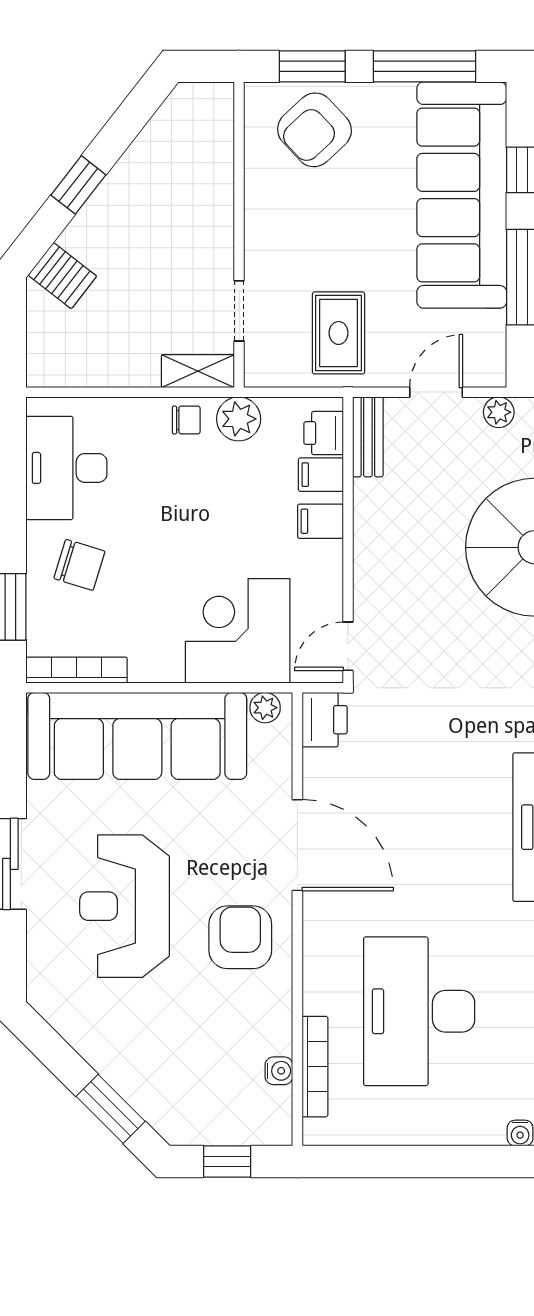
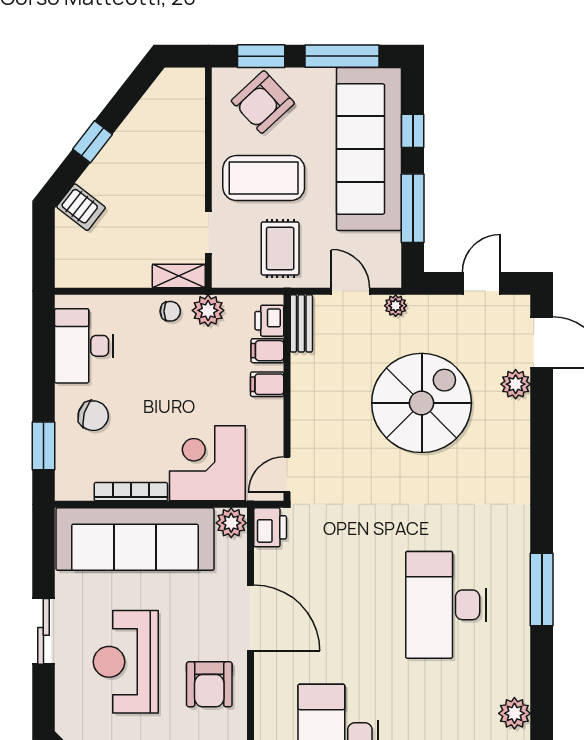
coffee table: (316, 235) -> (264, 178), added
door: (436, 392) -> (350, 291), hinge flipped
bookcase: (77, 670) -> (131, 492), moved
plant: (265, 708) -> (231, 523), width x1.38, depth x1.38
armchair: (240, 937) -> (209, 684), turned 180

